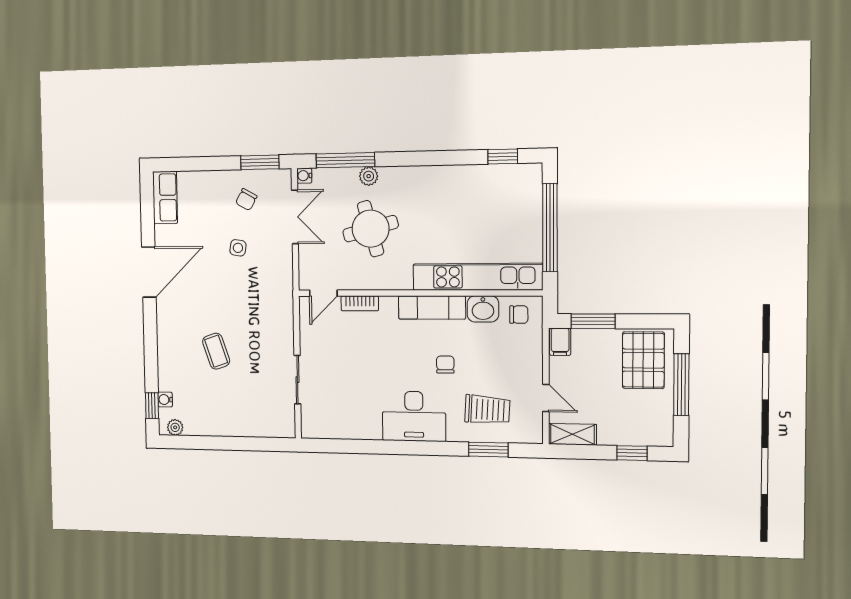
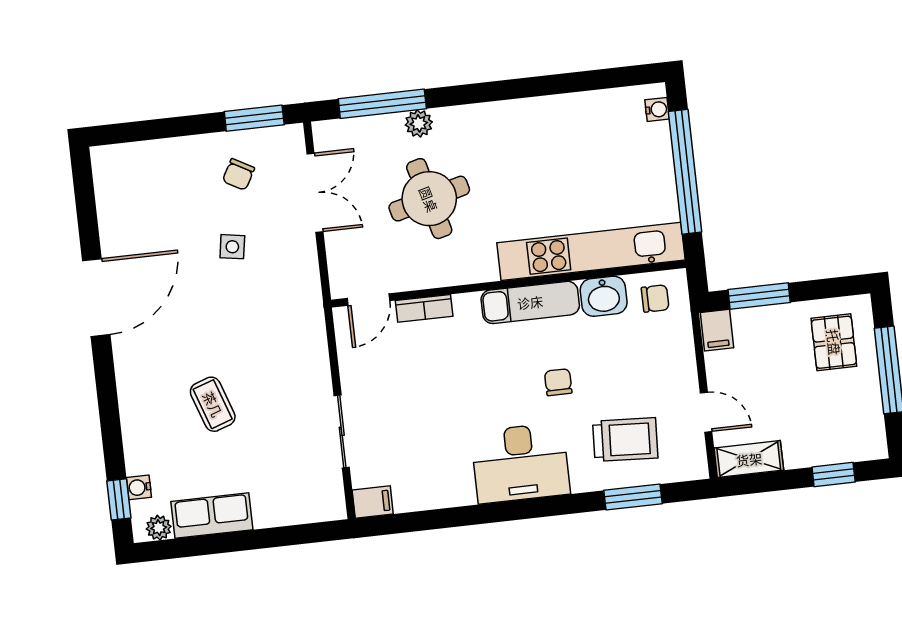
window: (503, 156) -> (608, 78), removed
water cooler: (304, 176) -> (657, 109), moved, turned 180
row of seats: (165, 197) -> (212, 516), moved, turned -90
pallet: (643, 360) -> (834, 342), width x0.67, depth x0.71
filing cabinet: (313, 429) -> (373, 502), added

